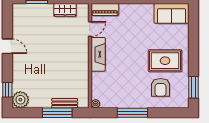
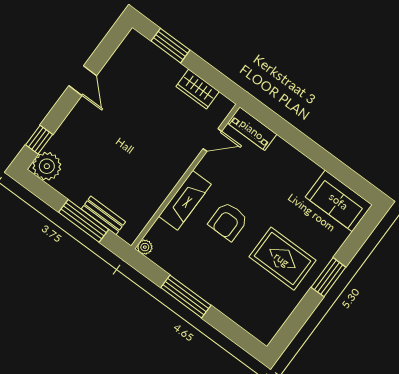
fireplace: (98, 54) -> (185, 200), moved
armchair: (161, 87) -> (228, 221), moved
window: (193, 87) -> (328, 277), moved

